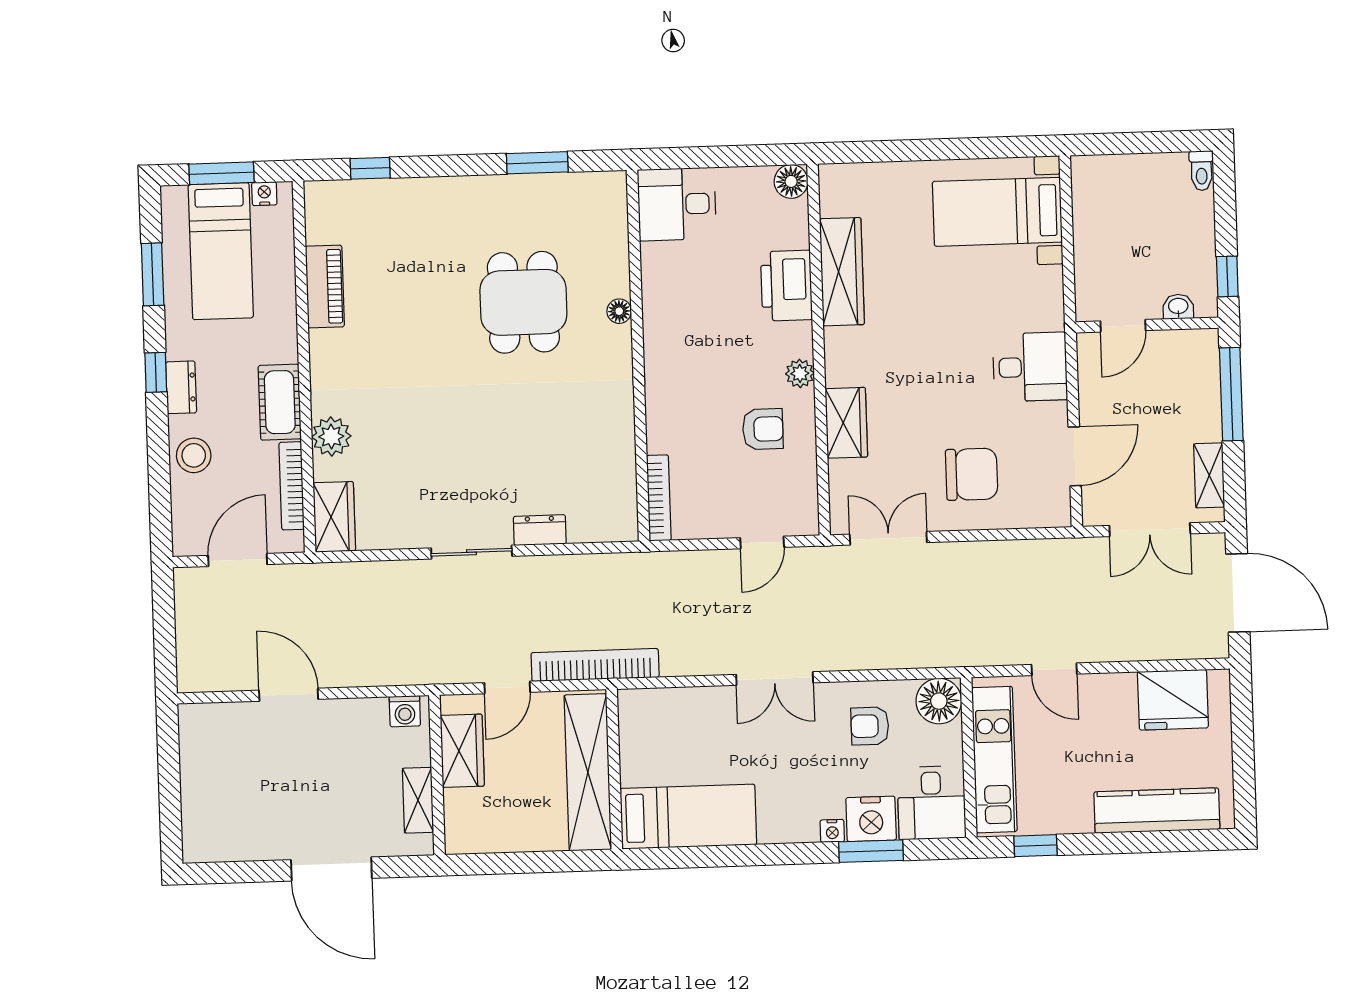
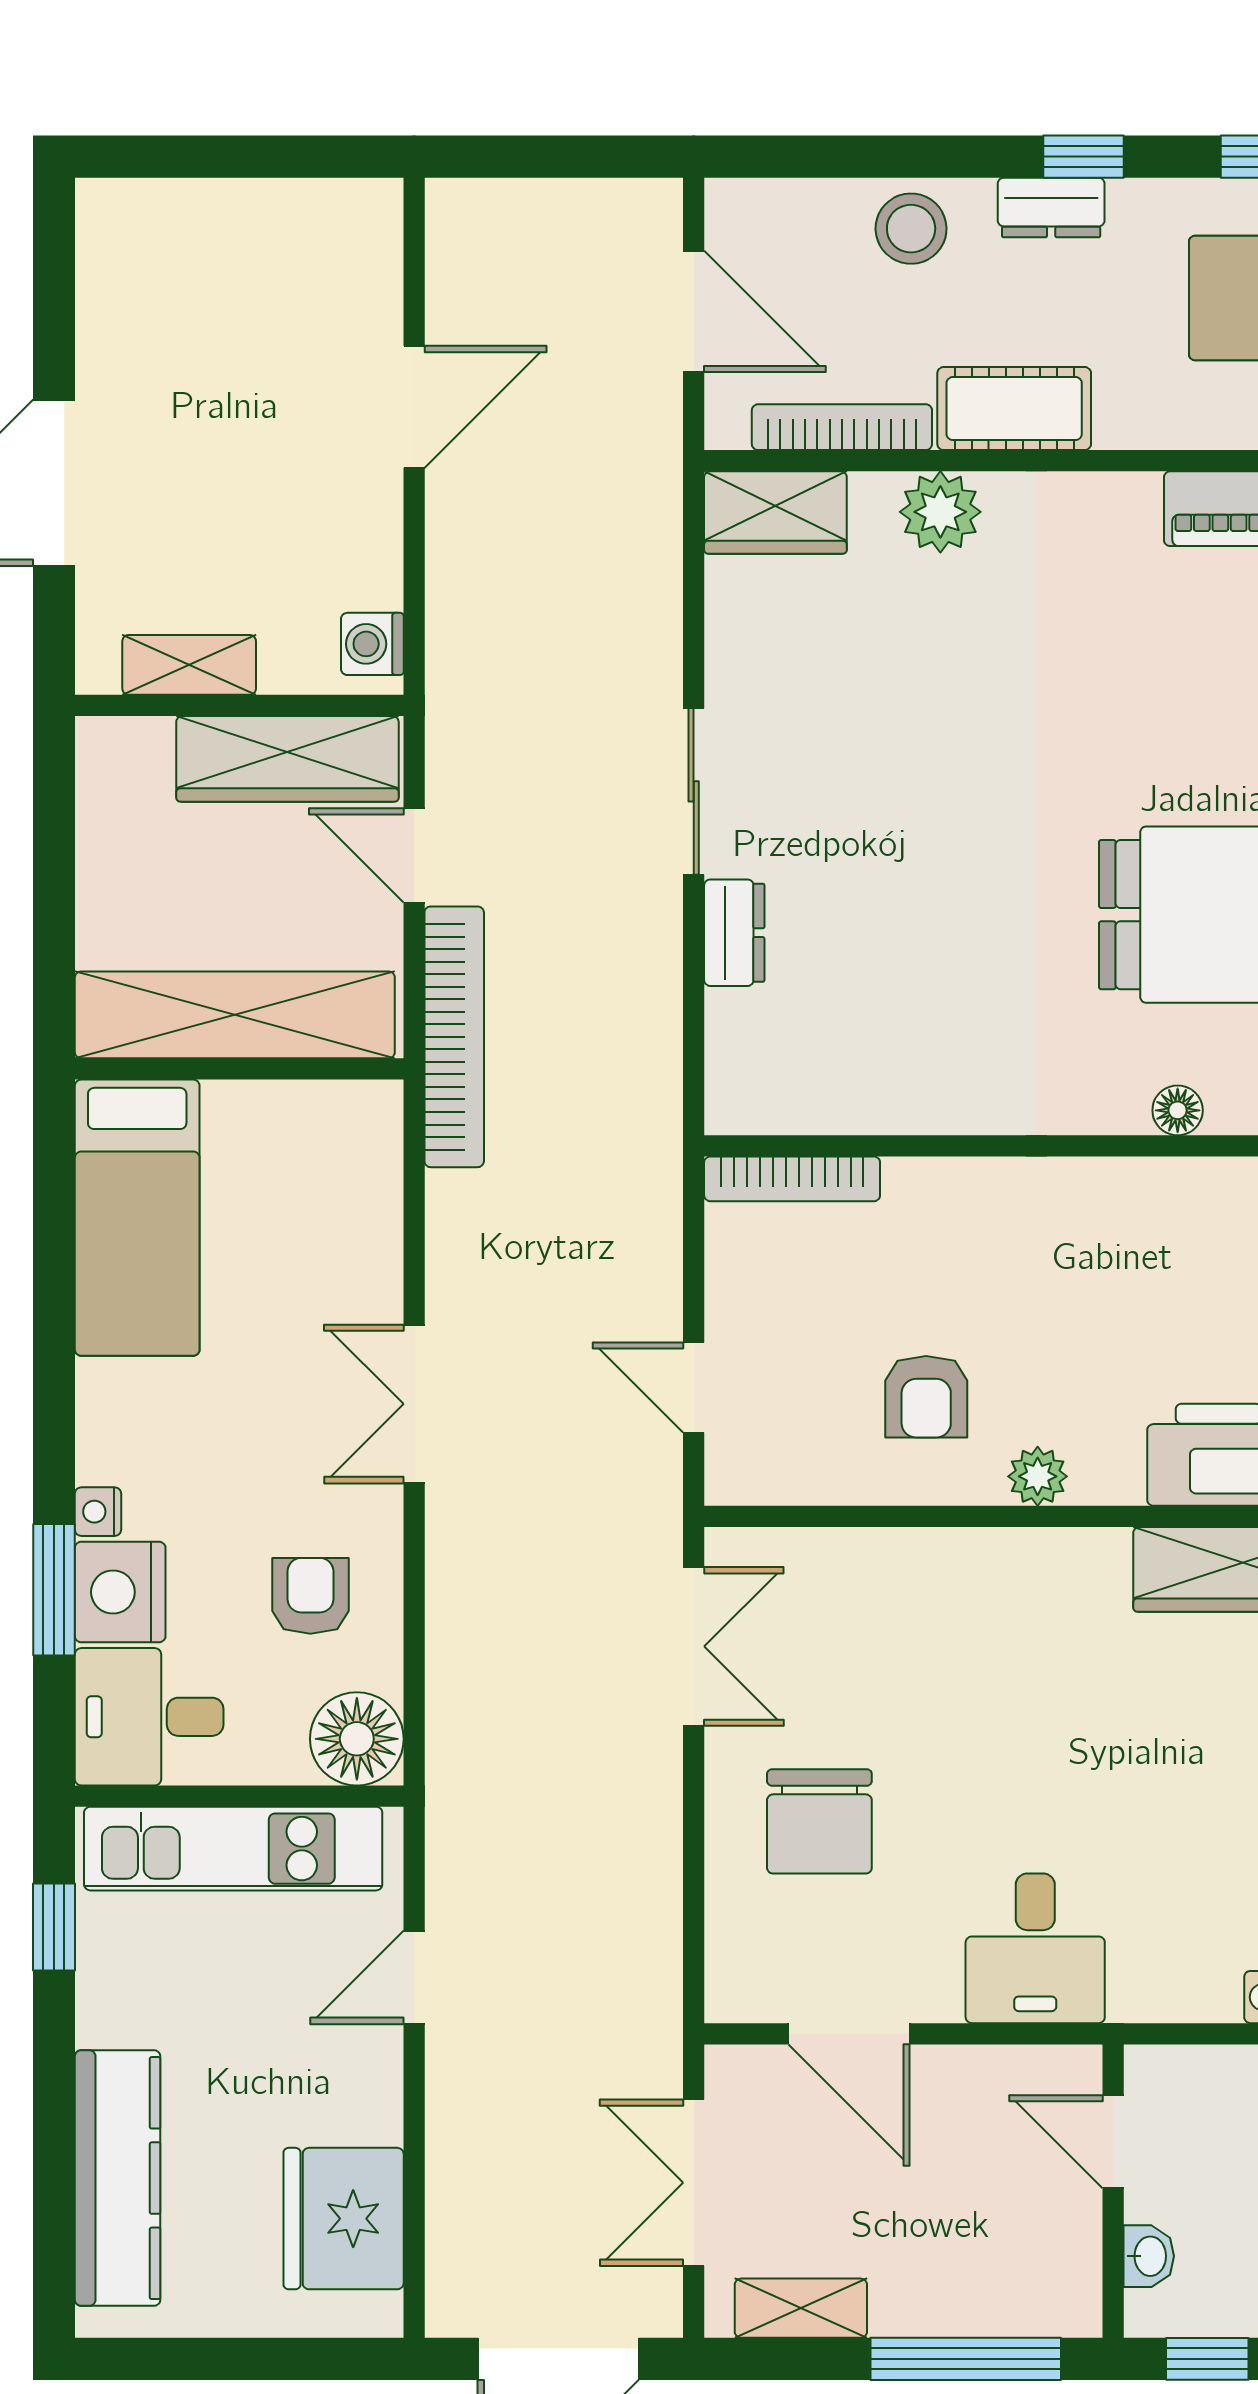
wardrobe: (846, 423) -> (933, 1568), removed
wardrobe: (462, 751) -> (287, 759), width x1.50

